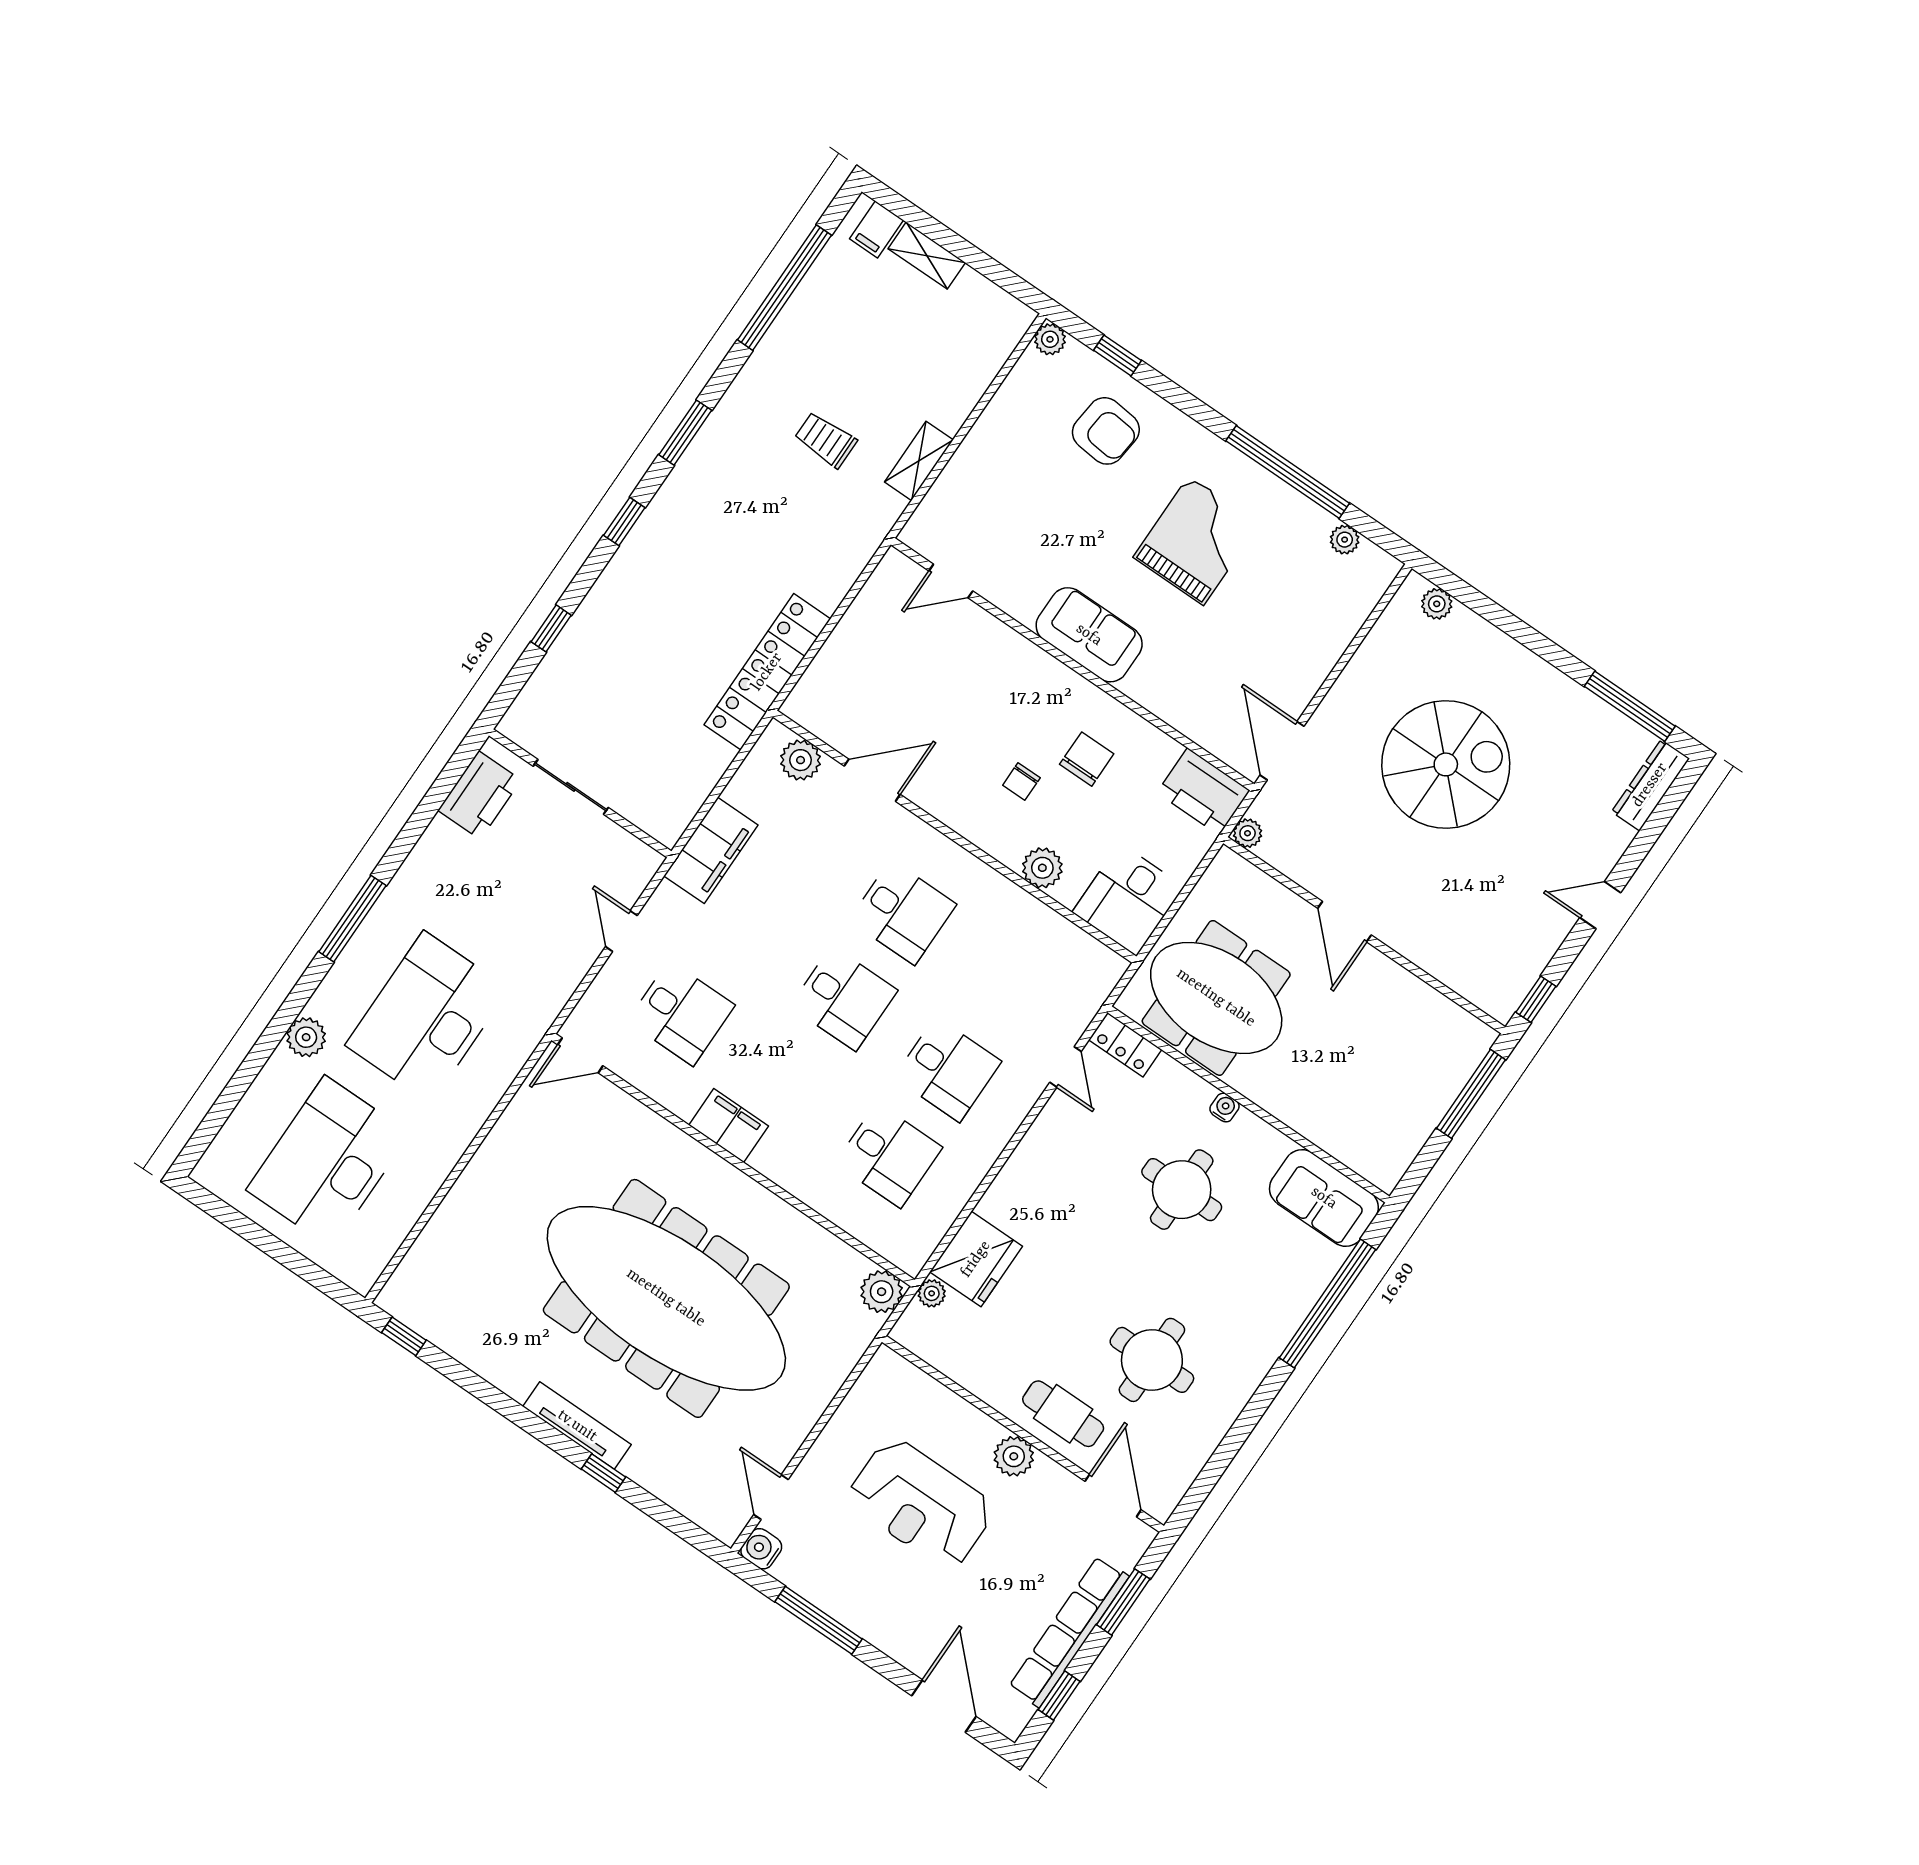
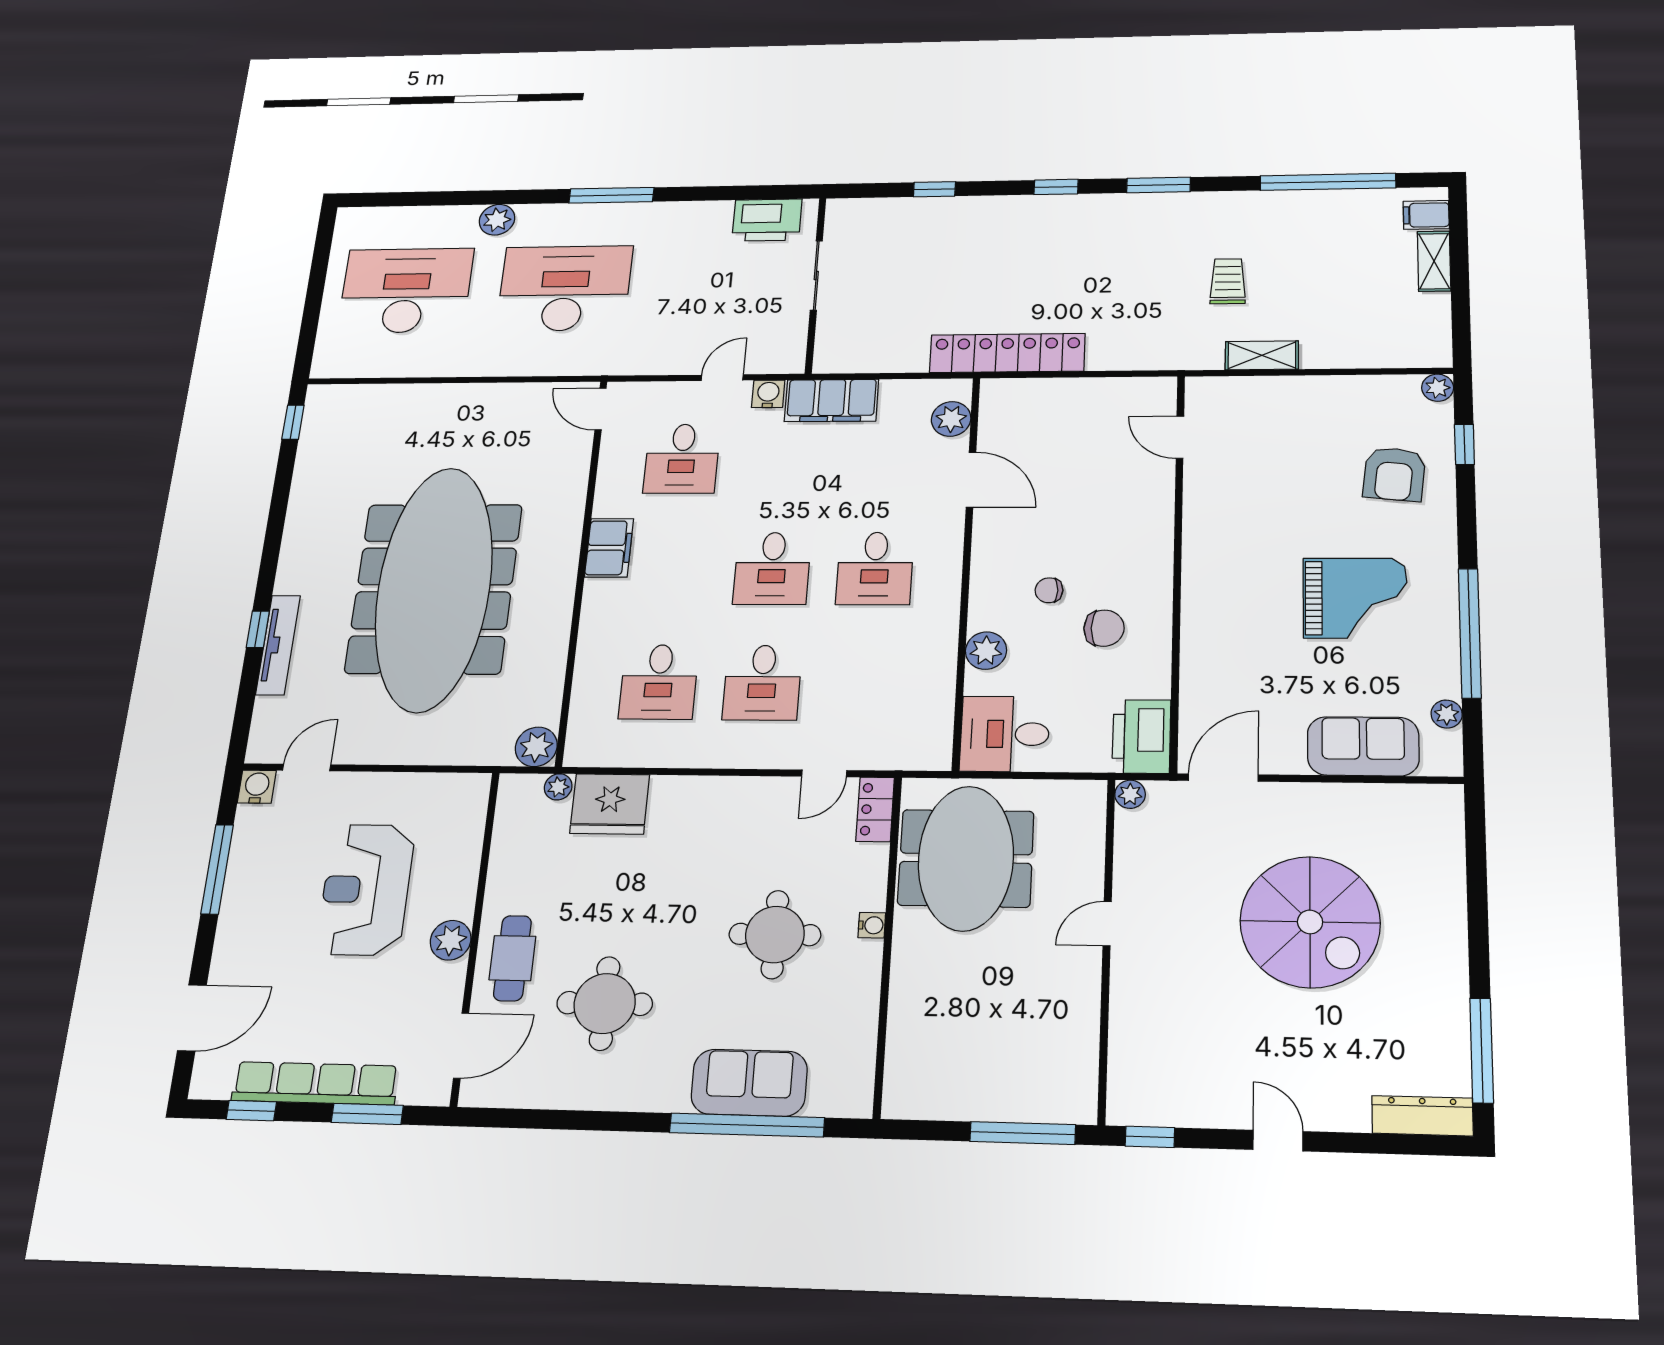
plant: (1437, 604) -> (1448, 825), removed
sofa: (1089, 635) -> (1363, 746), moved, turned -90
water cooler: (666, 901) -> (768, 394), added
door: (1345, 922) -> (1107, 924), width x0.73
sofa: (1324, 1198) -> (749, 1083), moved, turned 90
tv unit: (577, 1426) -> (278, 645), moved

